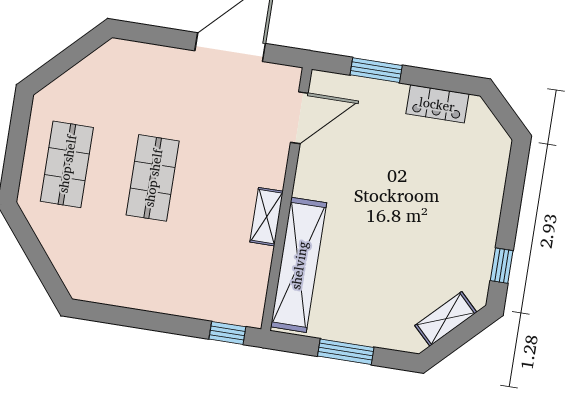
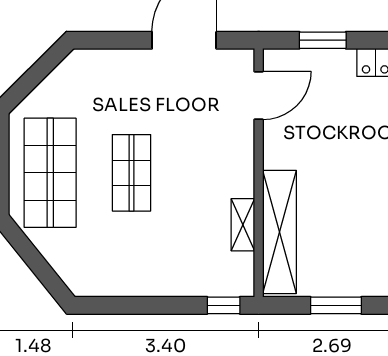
shop shelf: (67, 164) -> (50, 173), width x1.43, depth x1.36
shelving: (267, 217) -> (243, 225), moved

